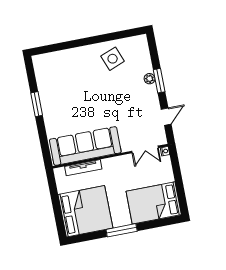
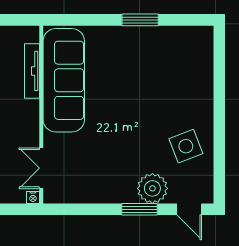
plant: (150, 79) -> (152, 188), width x1.88, depth x1.88
door: (166, 117) -> (189, 209), moved

